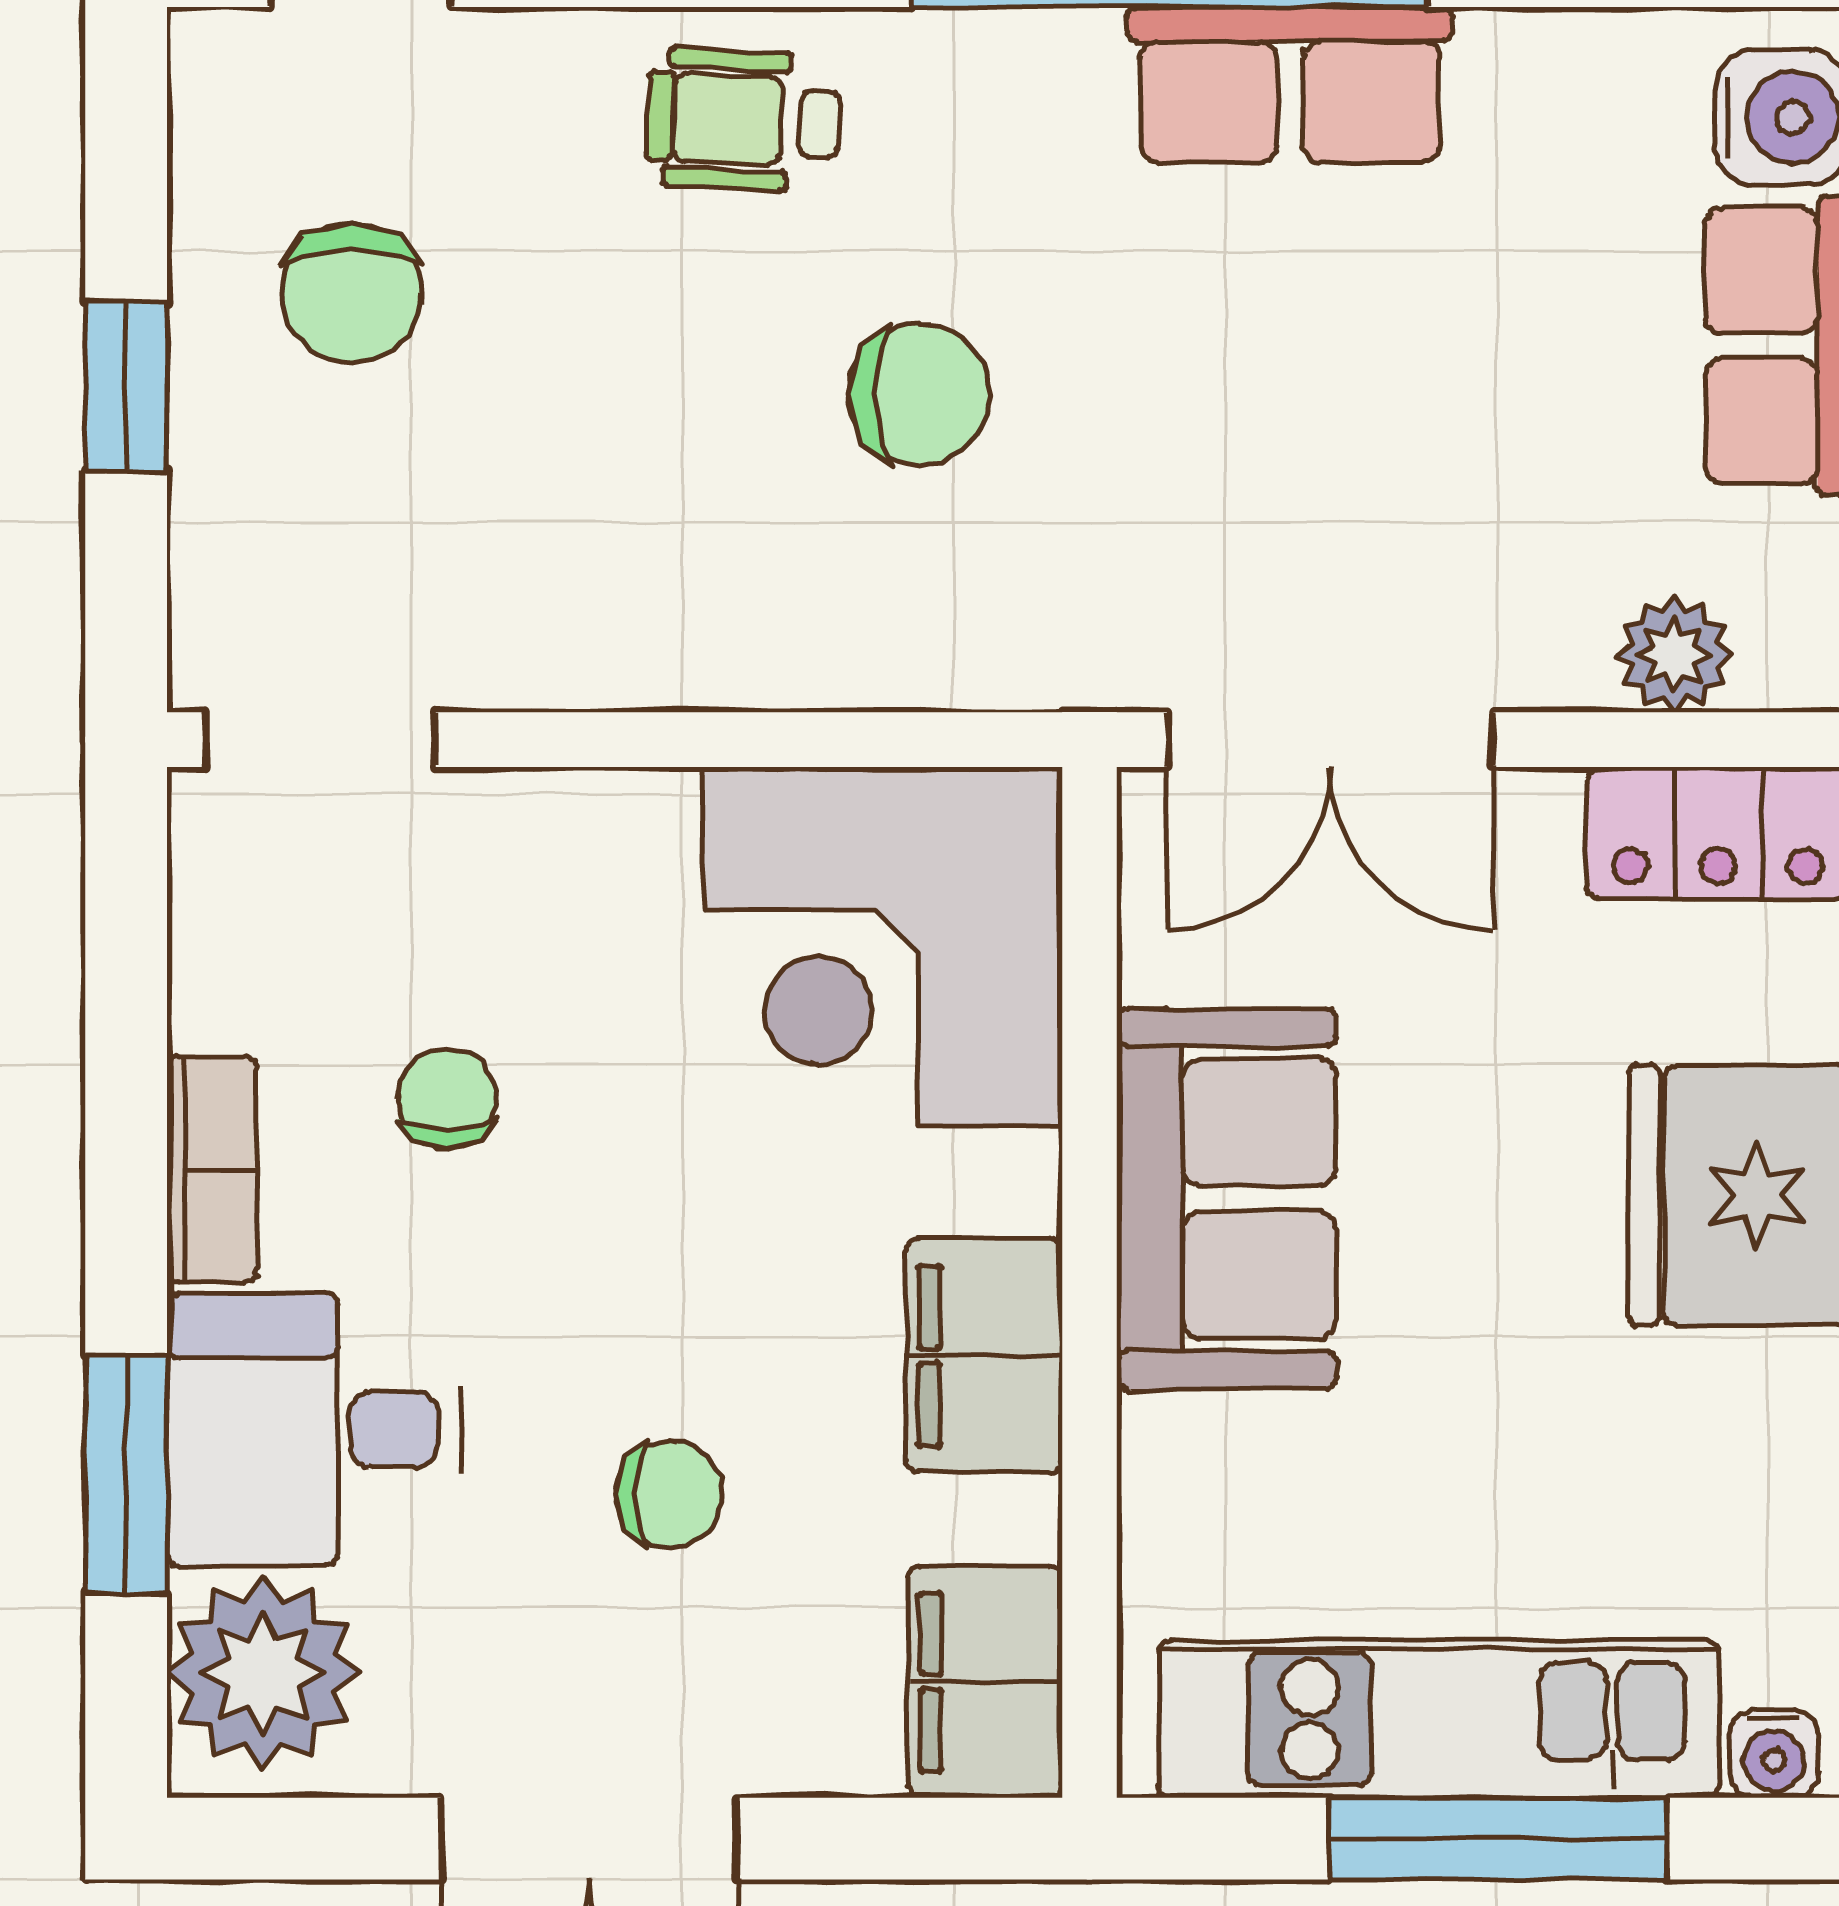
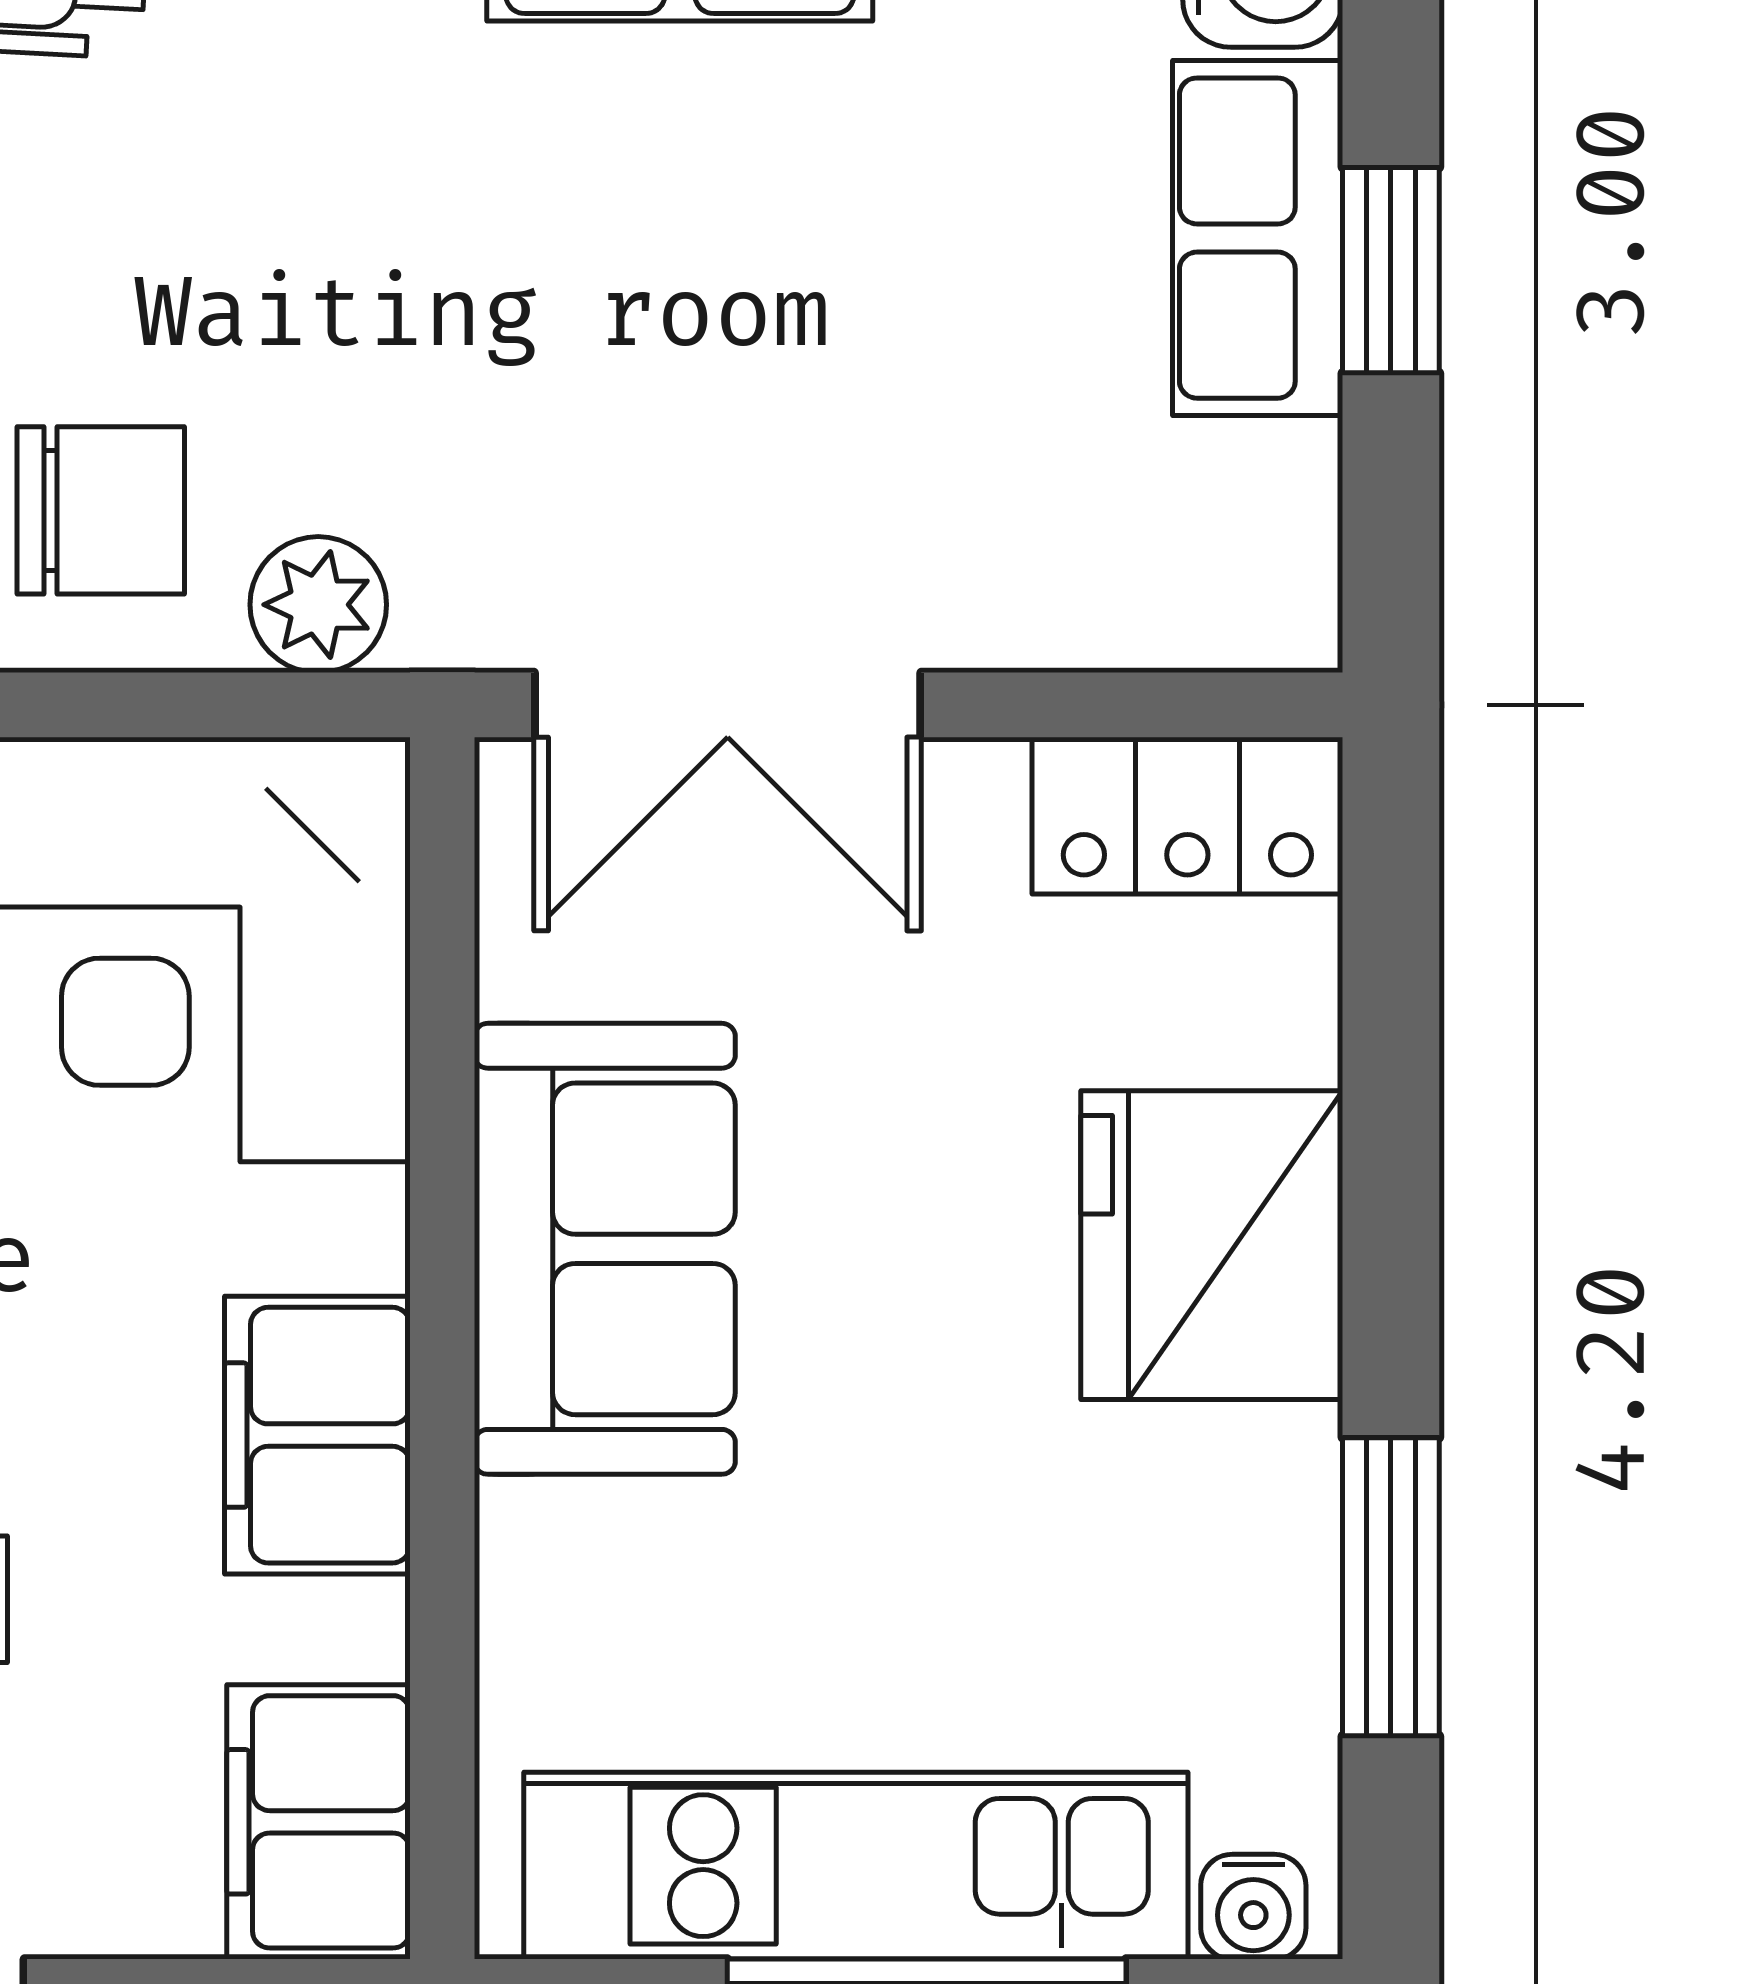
chair: (920, 395) -> (101, 510), moved
plant: (1674, 655) -> (318, 605), moved

